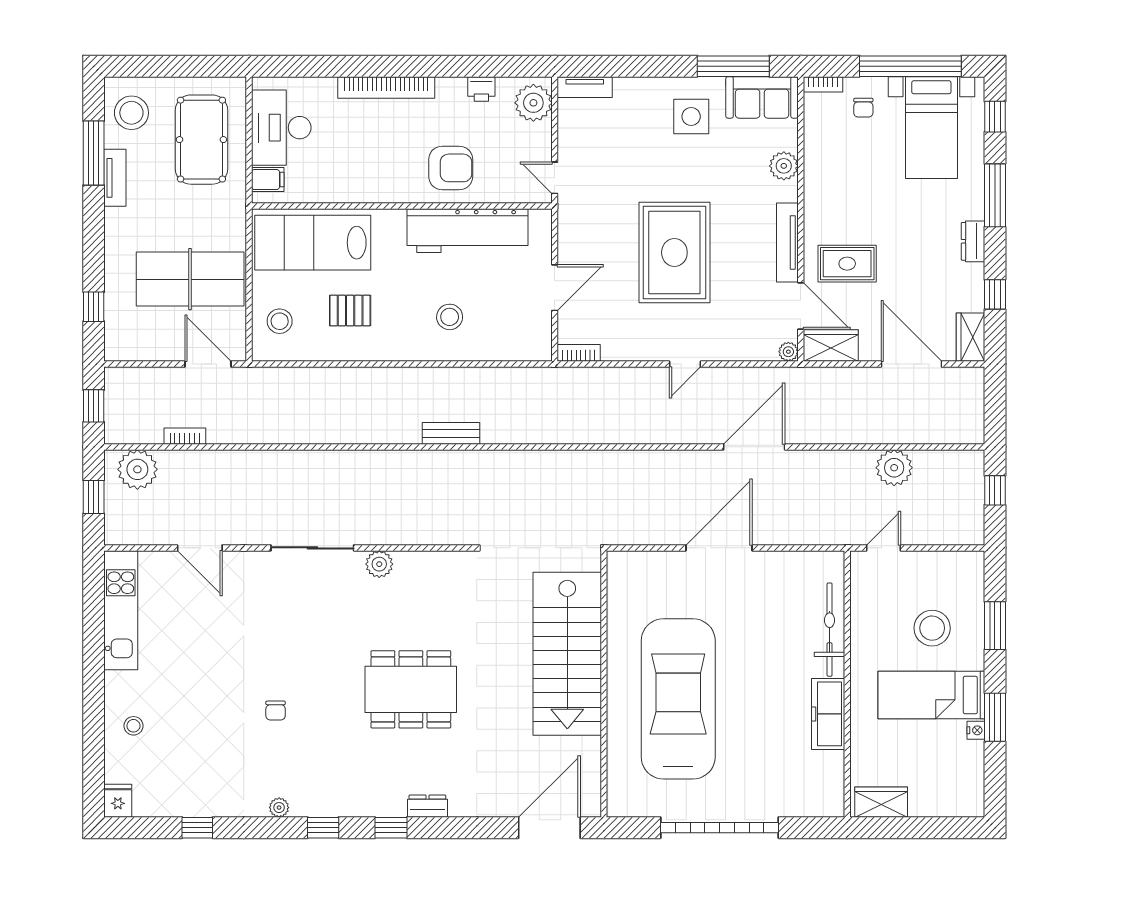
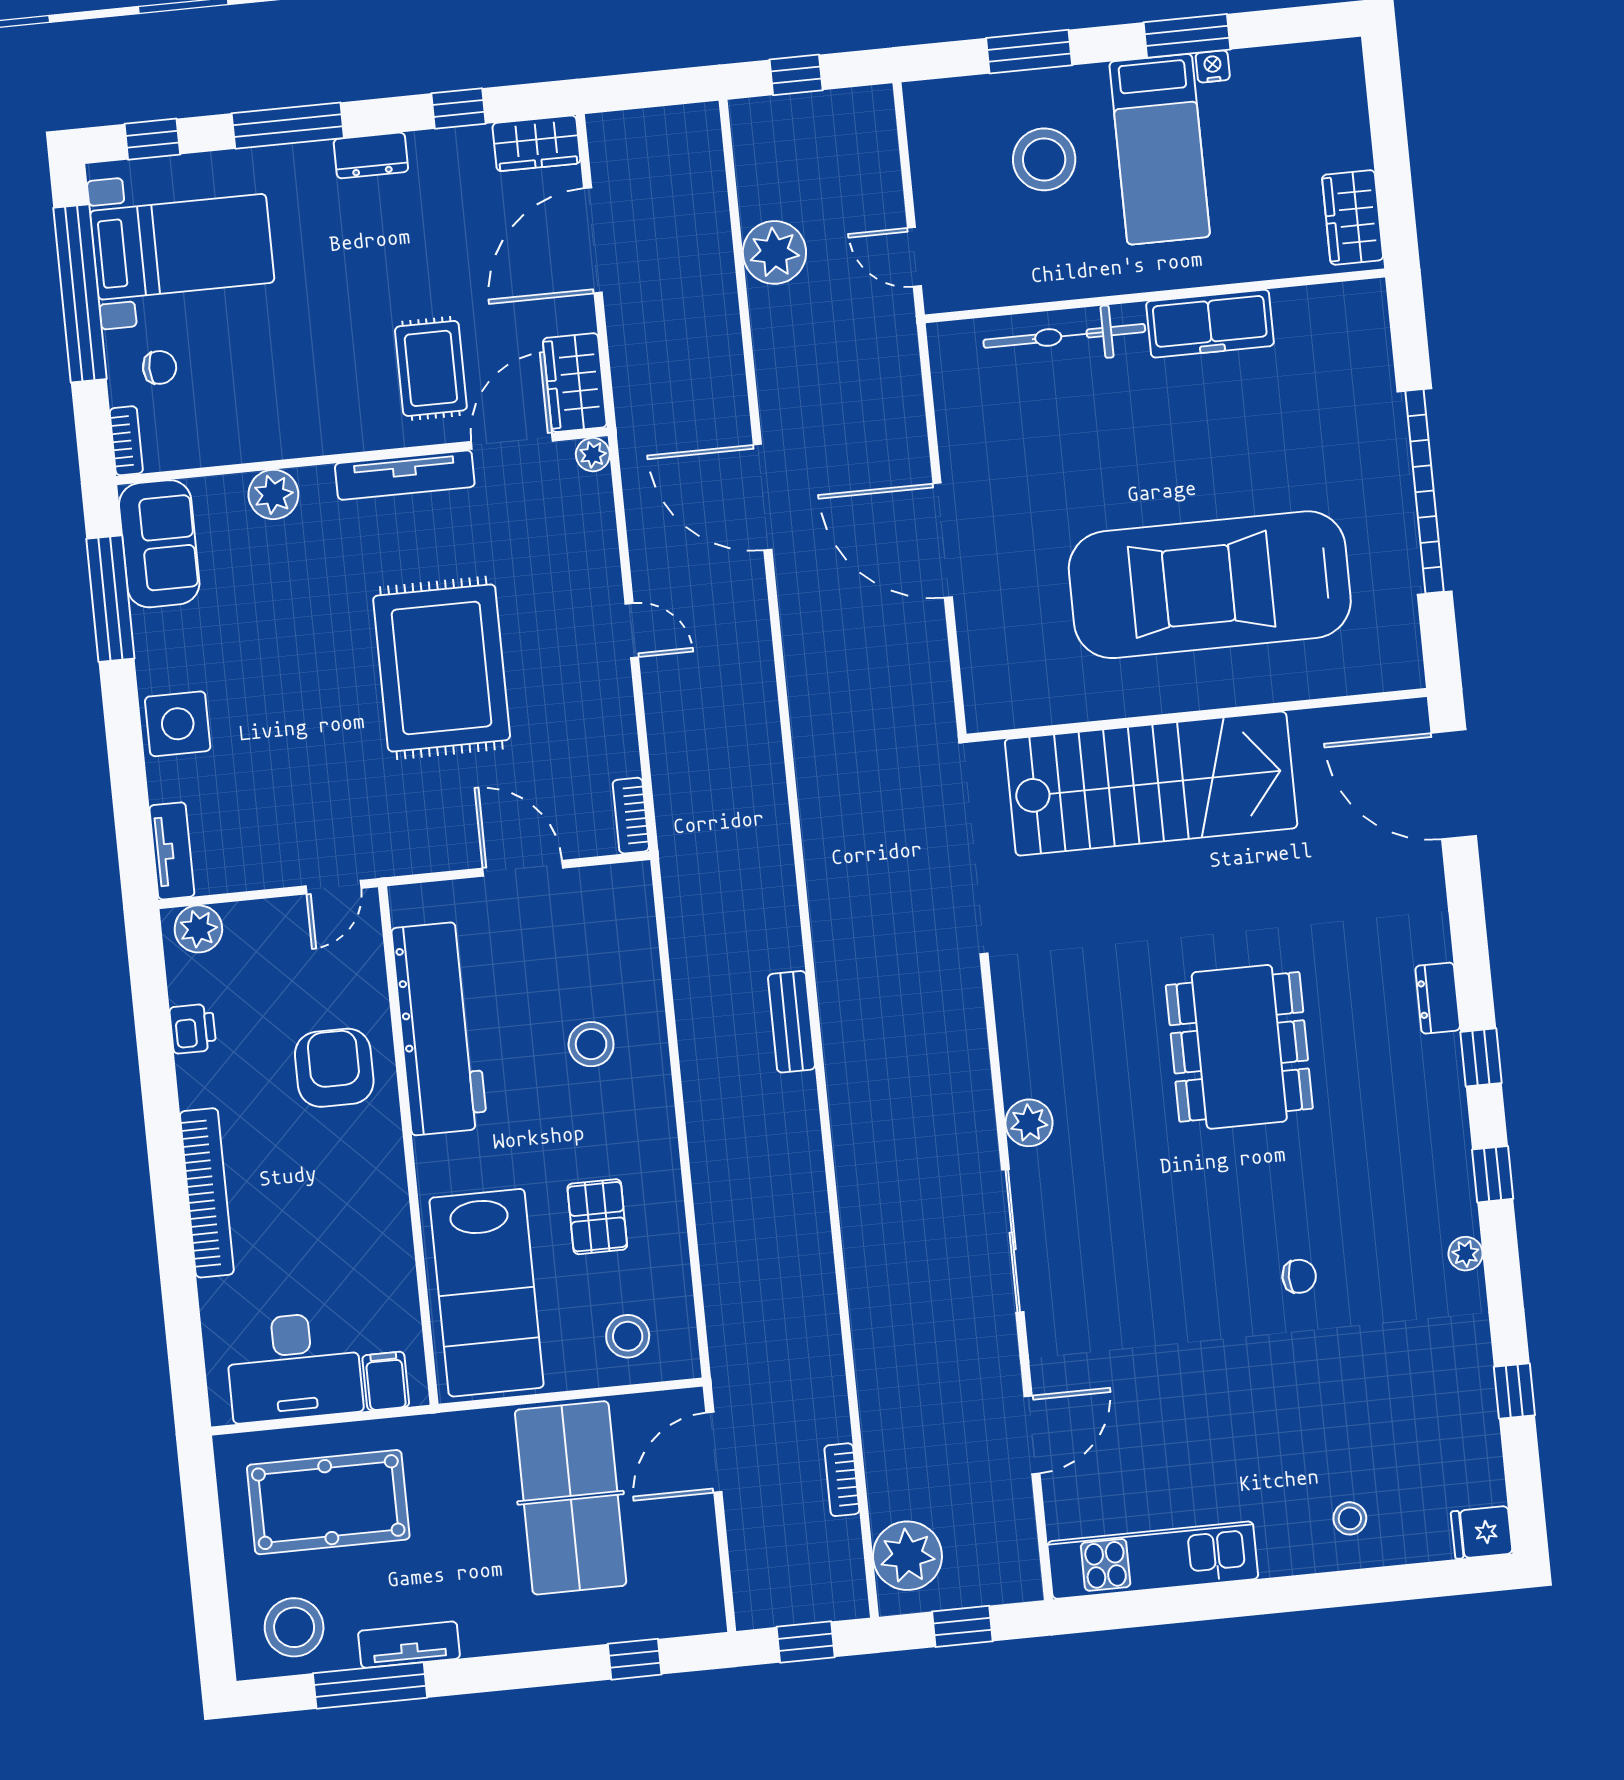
plant: (533, 103) -> (198, 929), width x0.73, depth x0.73
side table: (691, 117) -> (178, 724), moved
rug: (674, 253) -> (442, 668), turned 90

